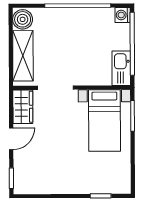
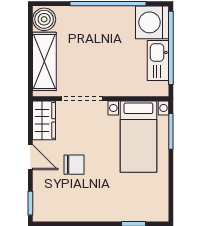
washing machine: (123, 15) -> (152, 22), width x1.89, depth x1.89
kitchen sink: (121, 68) -> (158, 61), moved
door: (11, 139) -> (30, 157), hinge flipped
chair: (49, 145) -> (74, 165), added

